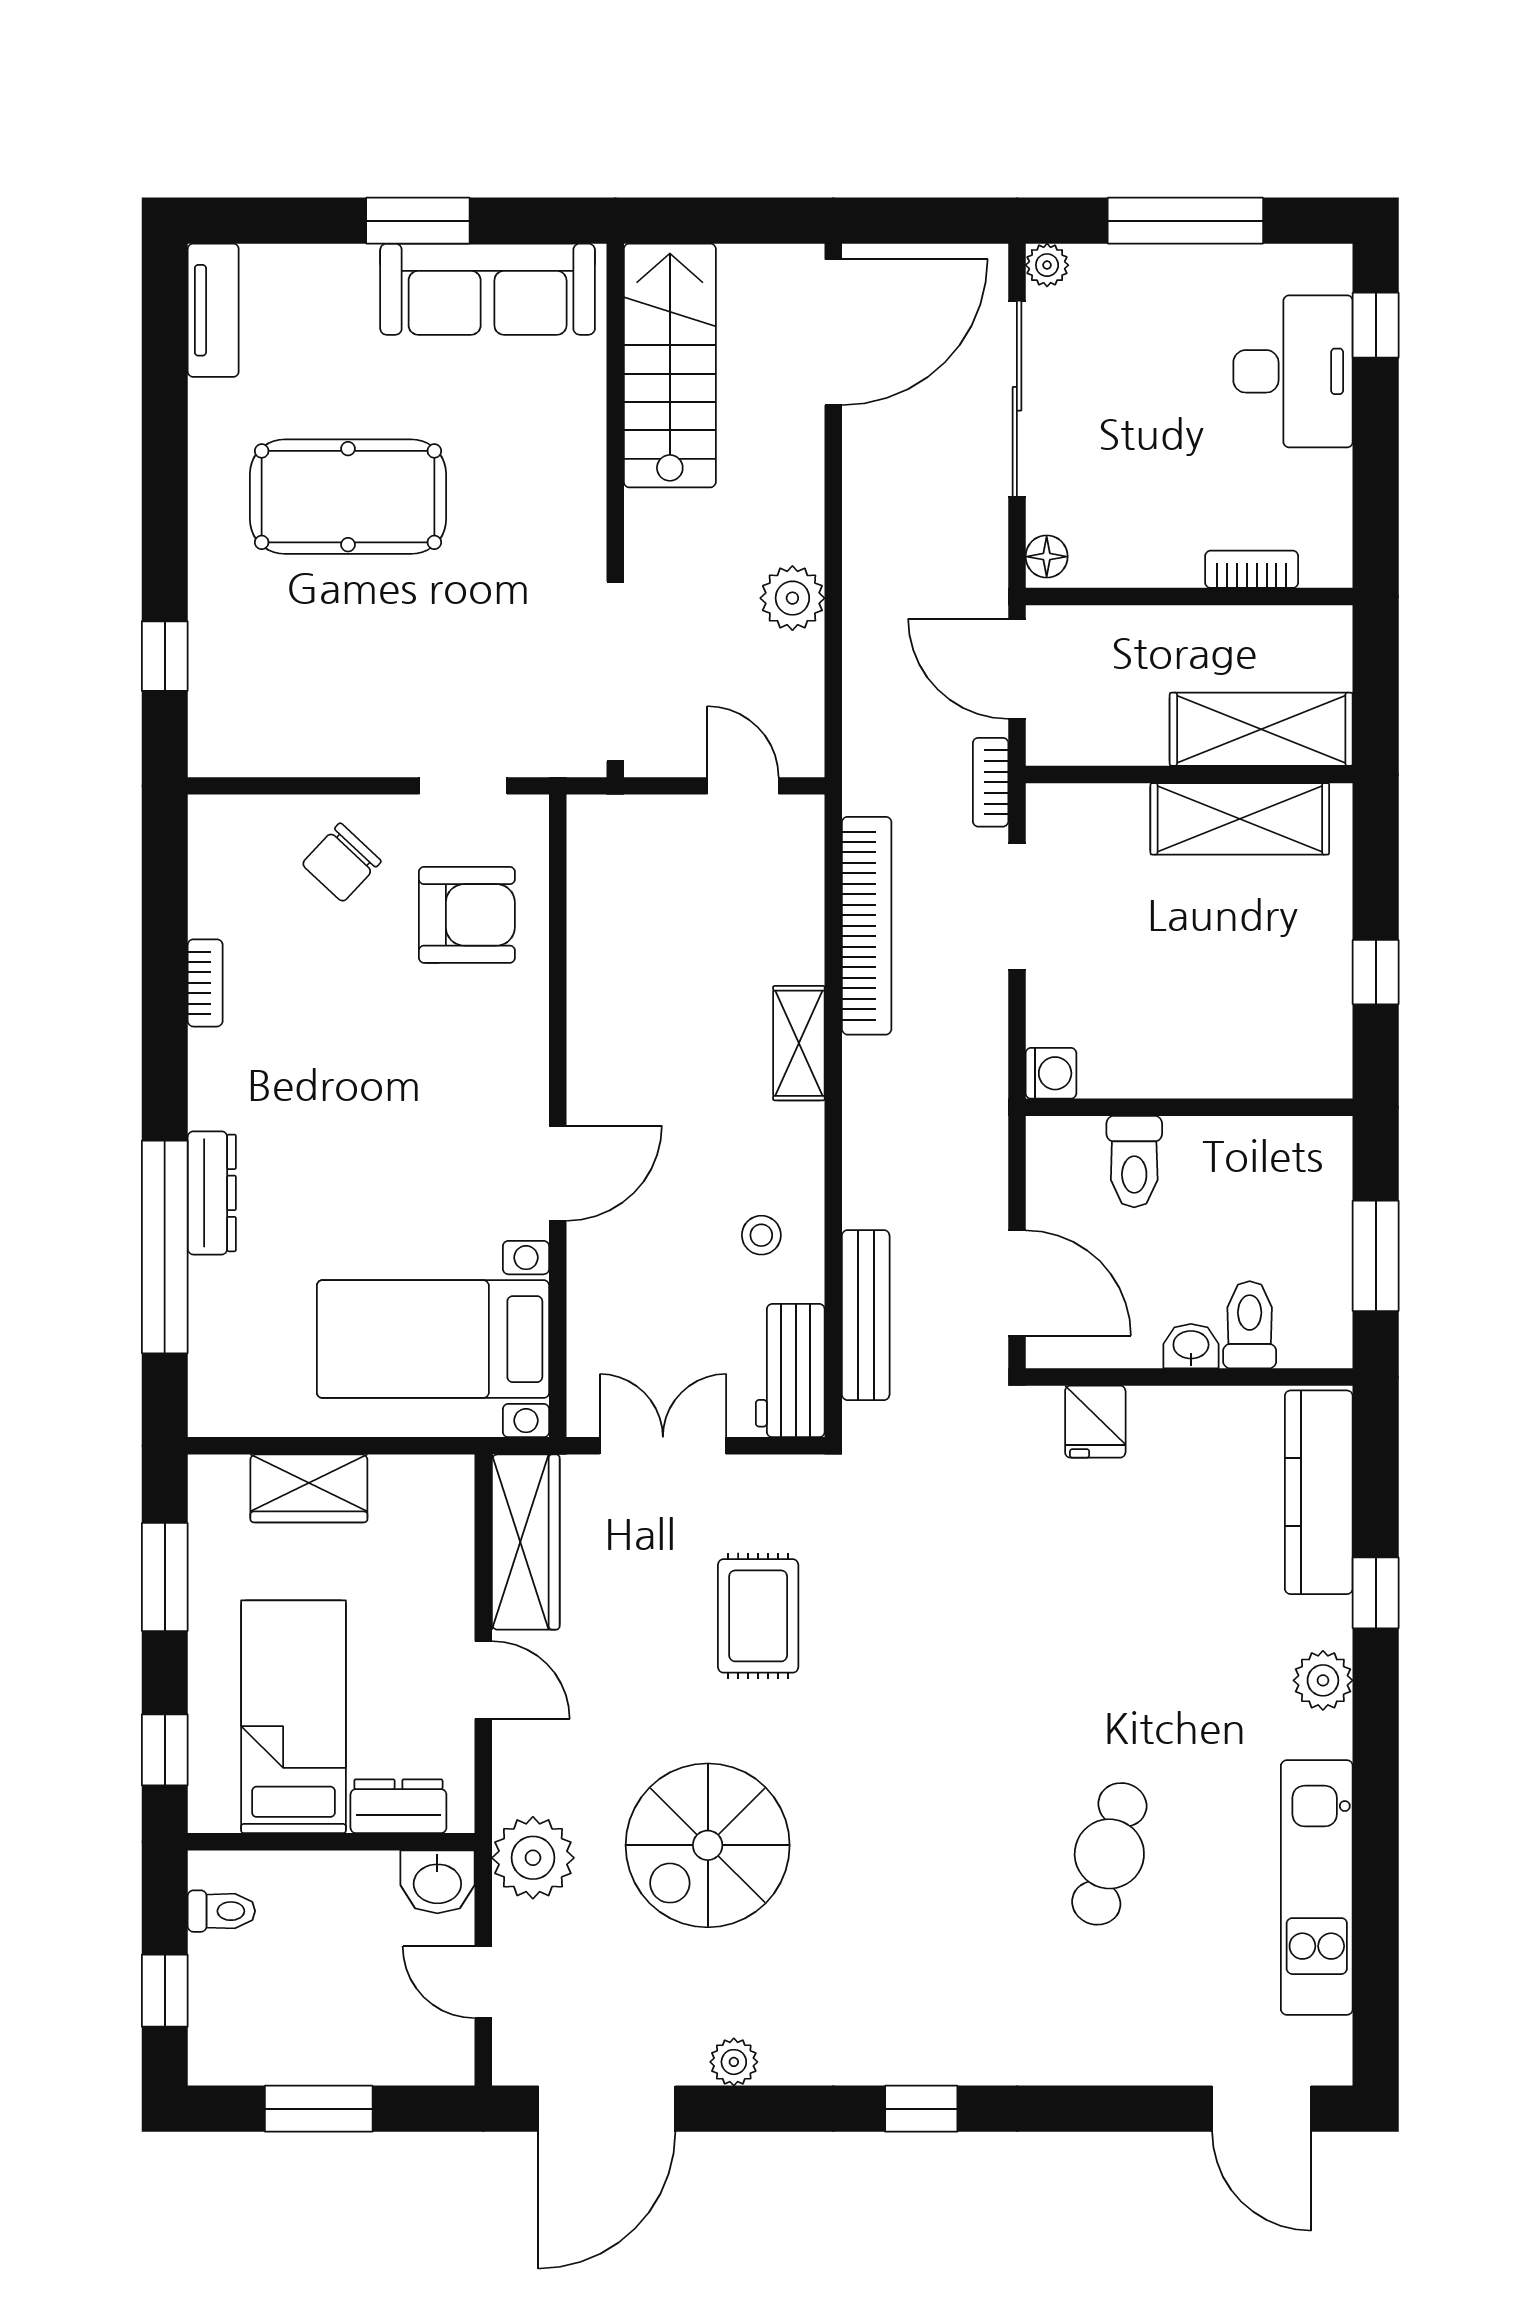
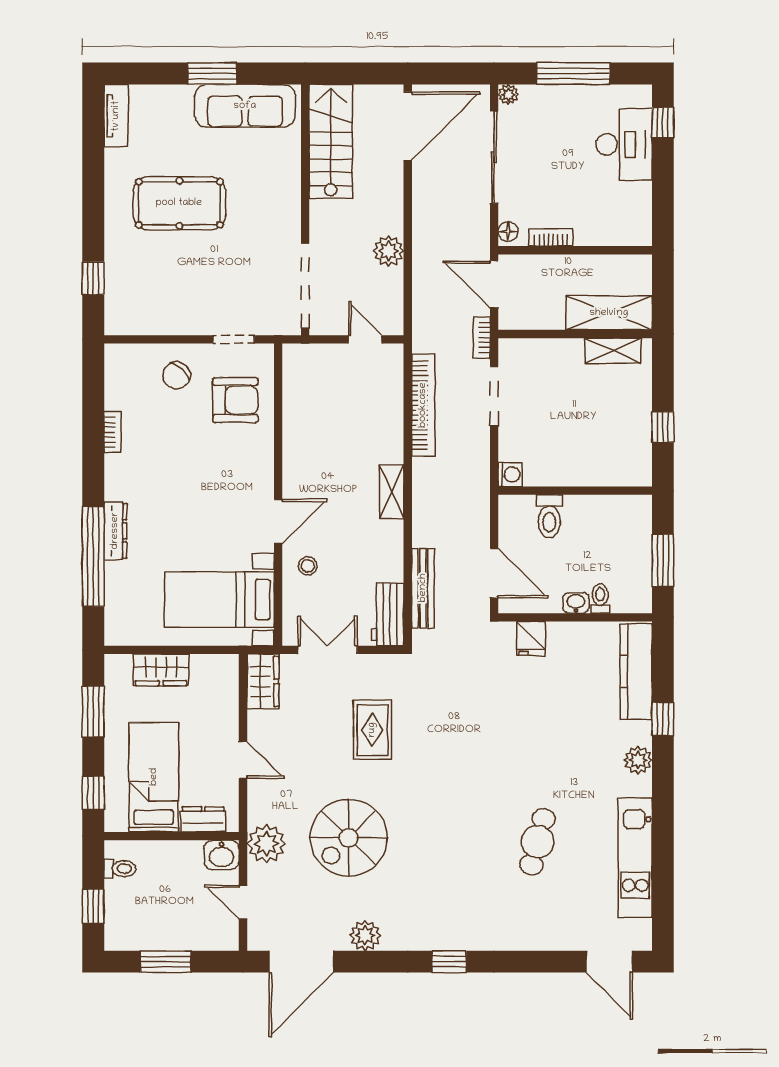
bookcase: (1252, 569) -> (551, 237), moved
shelving: (1240, 819) -> (613, 351), width x0.67, depth x0.75
shelving: (799, 1043) -> (392, 492), moved
stool: (761, 1235) -> (308, 566), moved
toilet: (1250, 1325) -> (600, 599), width x0.73, depth x0.72
wardrobe: (526, 1542) -> (263, 681), width x0.67
plant: (734, 2062) -> (365, 935), width x1.38, depth x1.38

